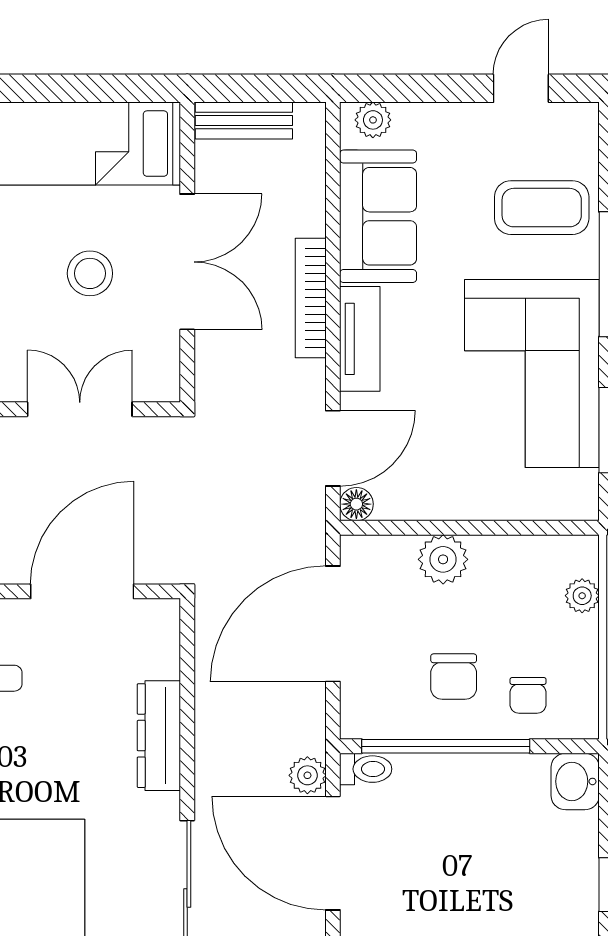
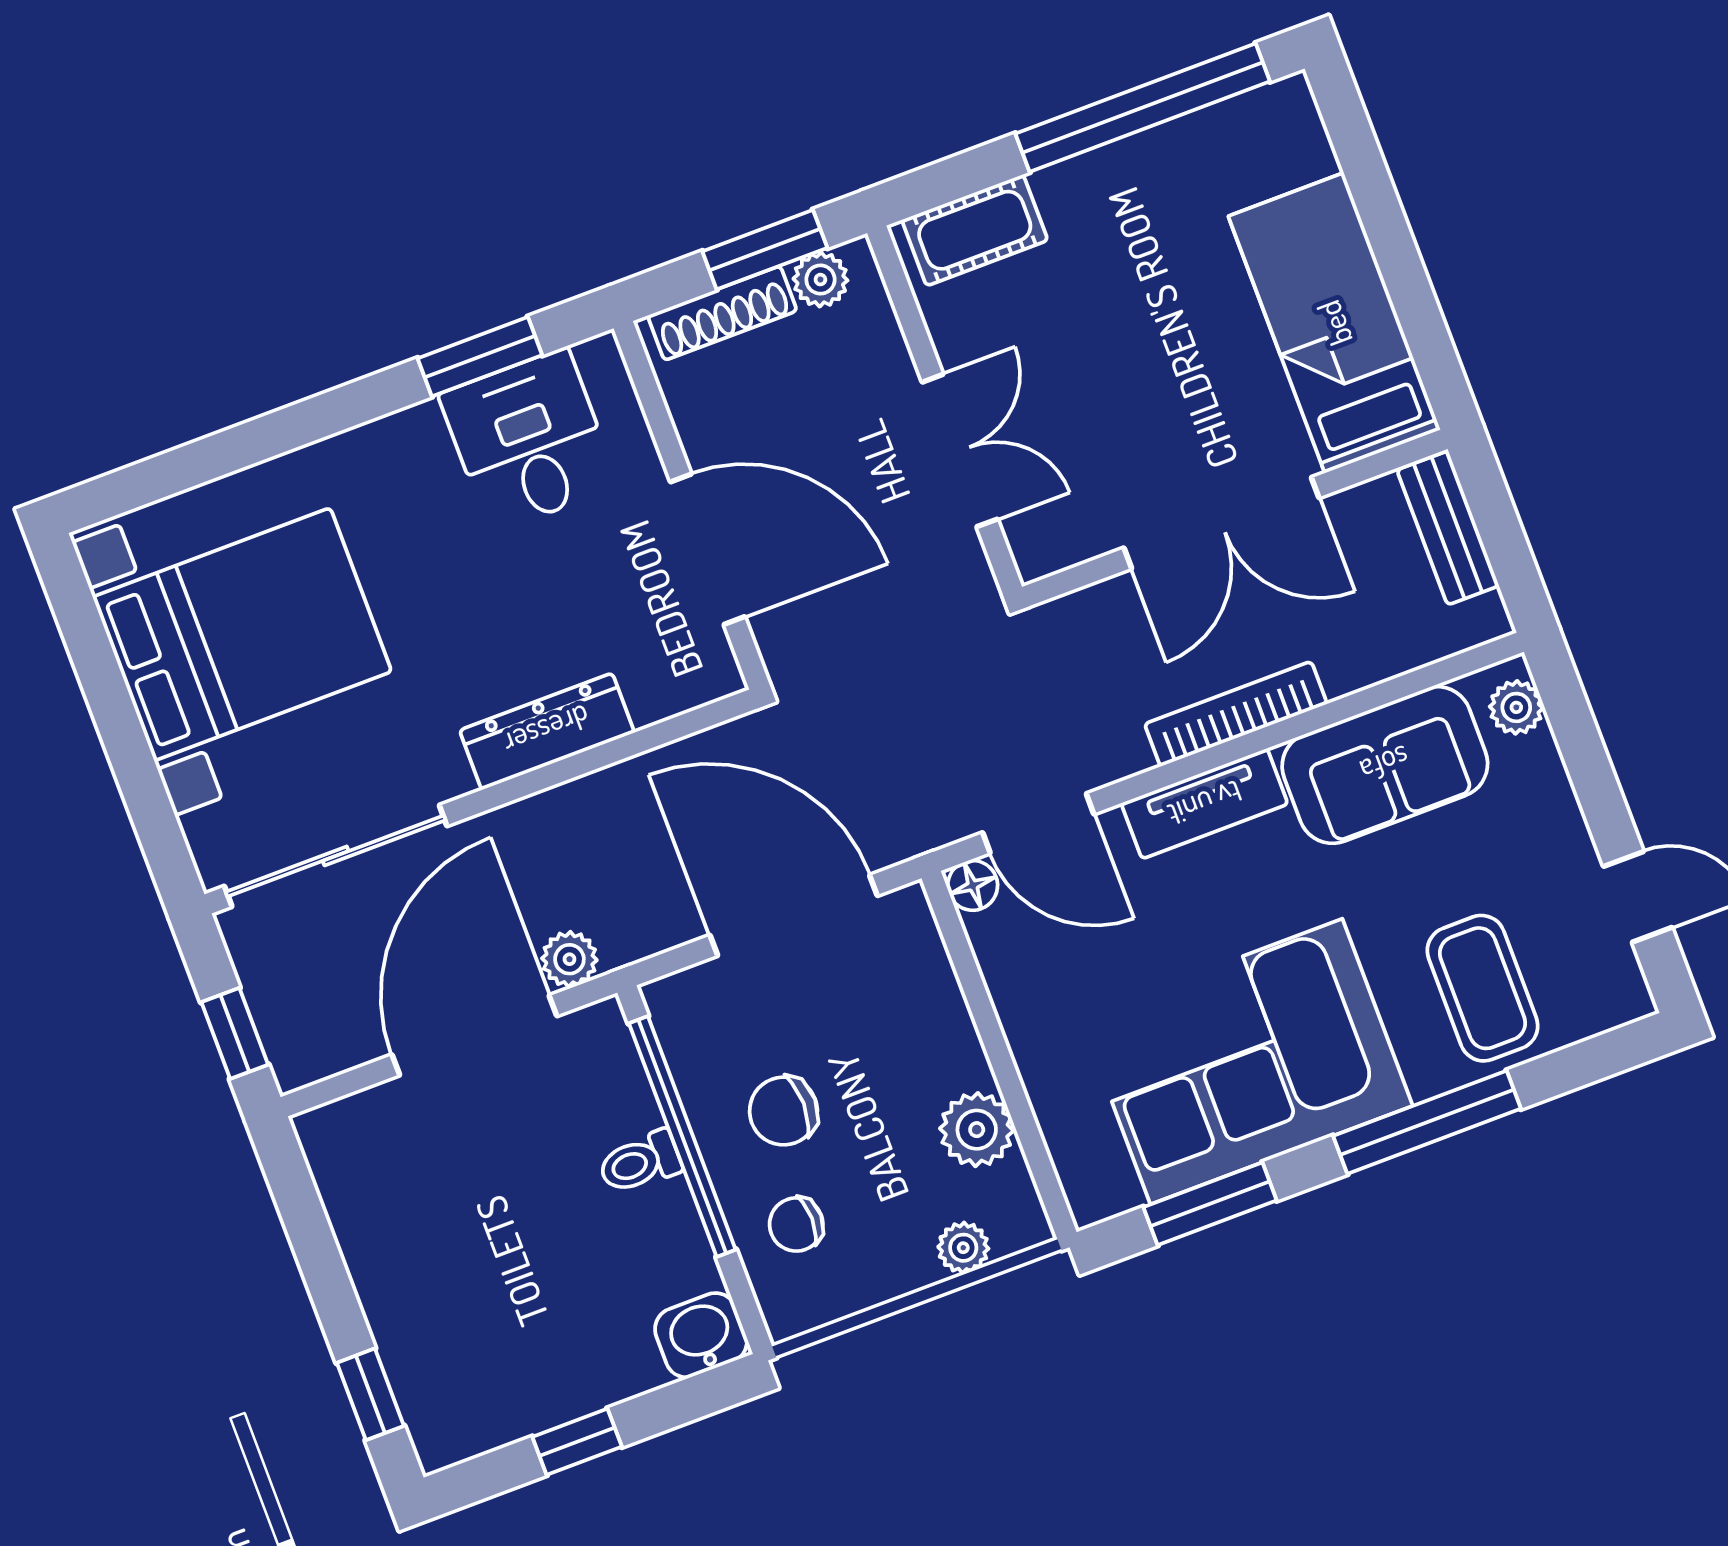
stool: (90, 273) -> (1154, 394), removed
plant: (443, 559) -> (977, 1130), moved
toilet: (366, 769) -> (640, 1162), moved, turned 90

